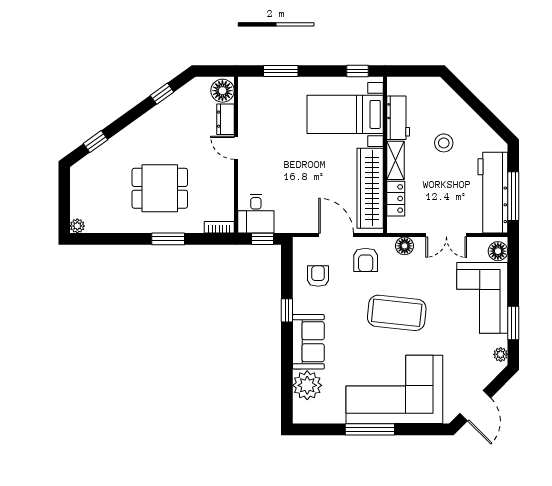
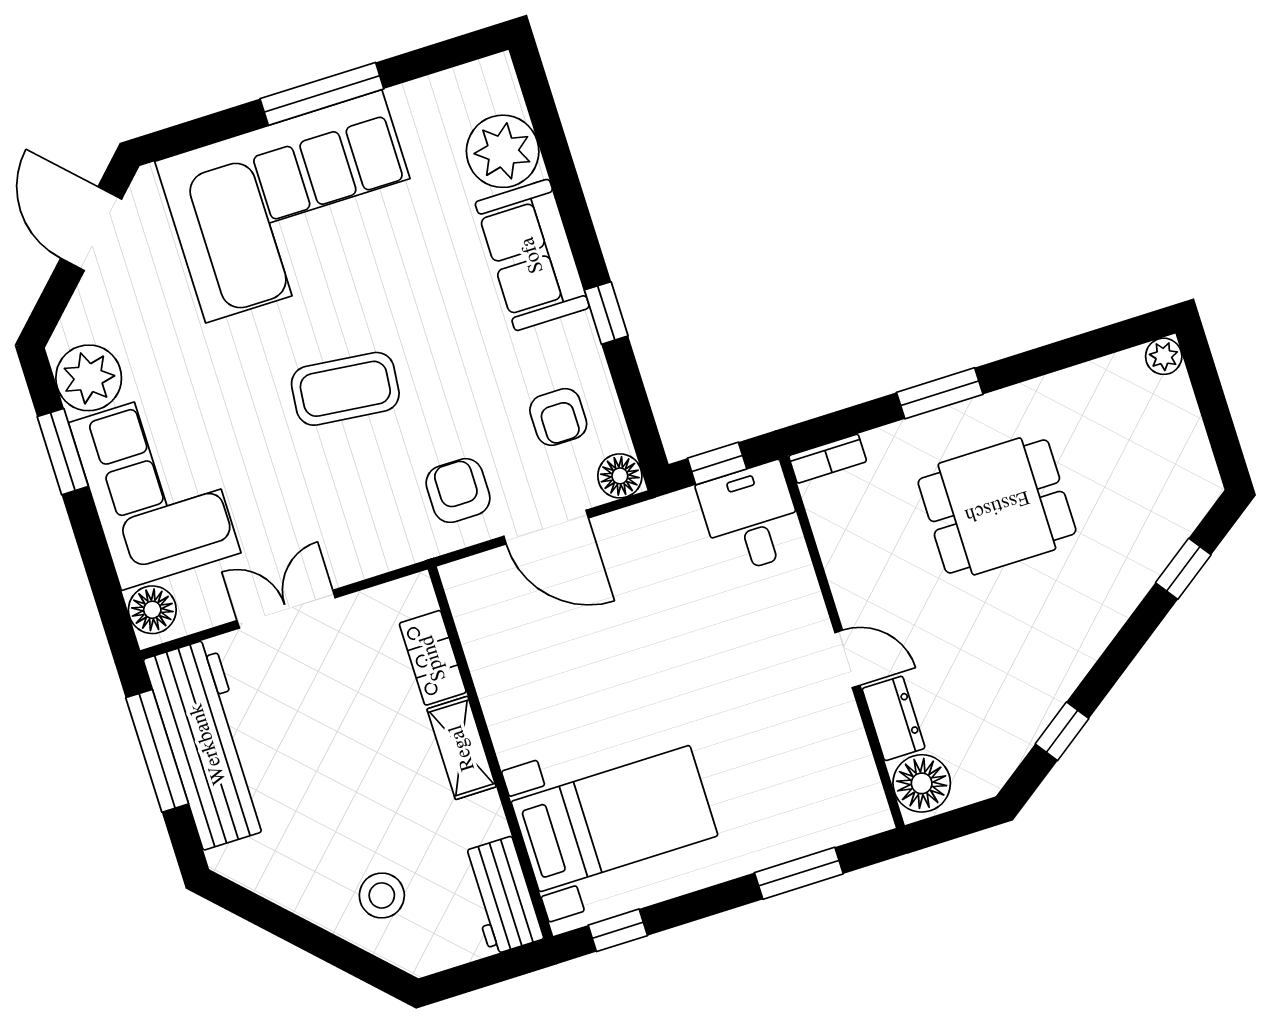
workbench: (398, 118) -> (501, 896), moved
stool: (444, 143) -> (382, 895), moved
wardrobe: (370, 188) -> (501, 663), removed
floor lamp: (405, 246) -> (620, 476), moved
coffee table: (397, 313) -> (345, 389), width x0.73, depth x0.76
plant: (501, 354) -> (89, 378), width x1.87, depth x1.87

